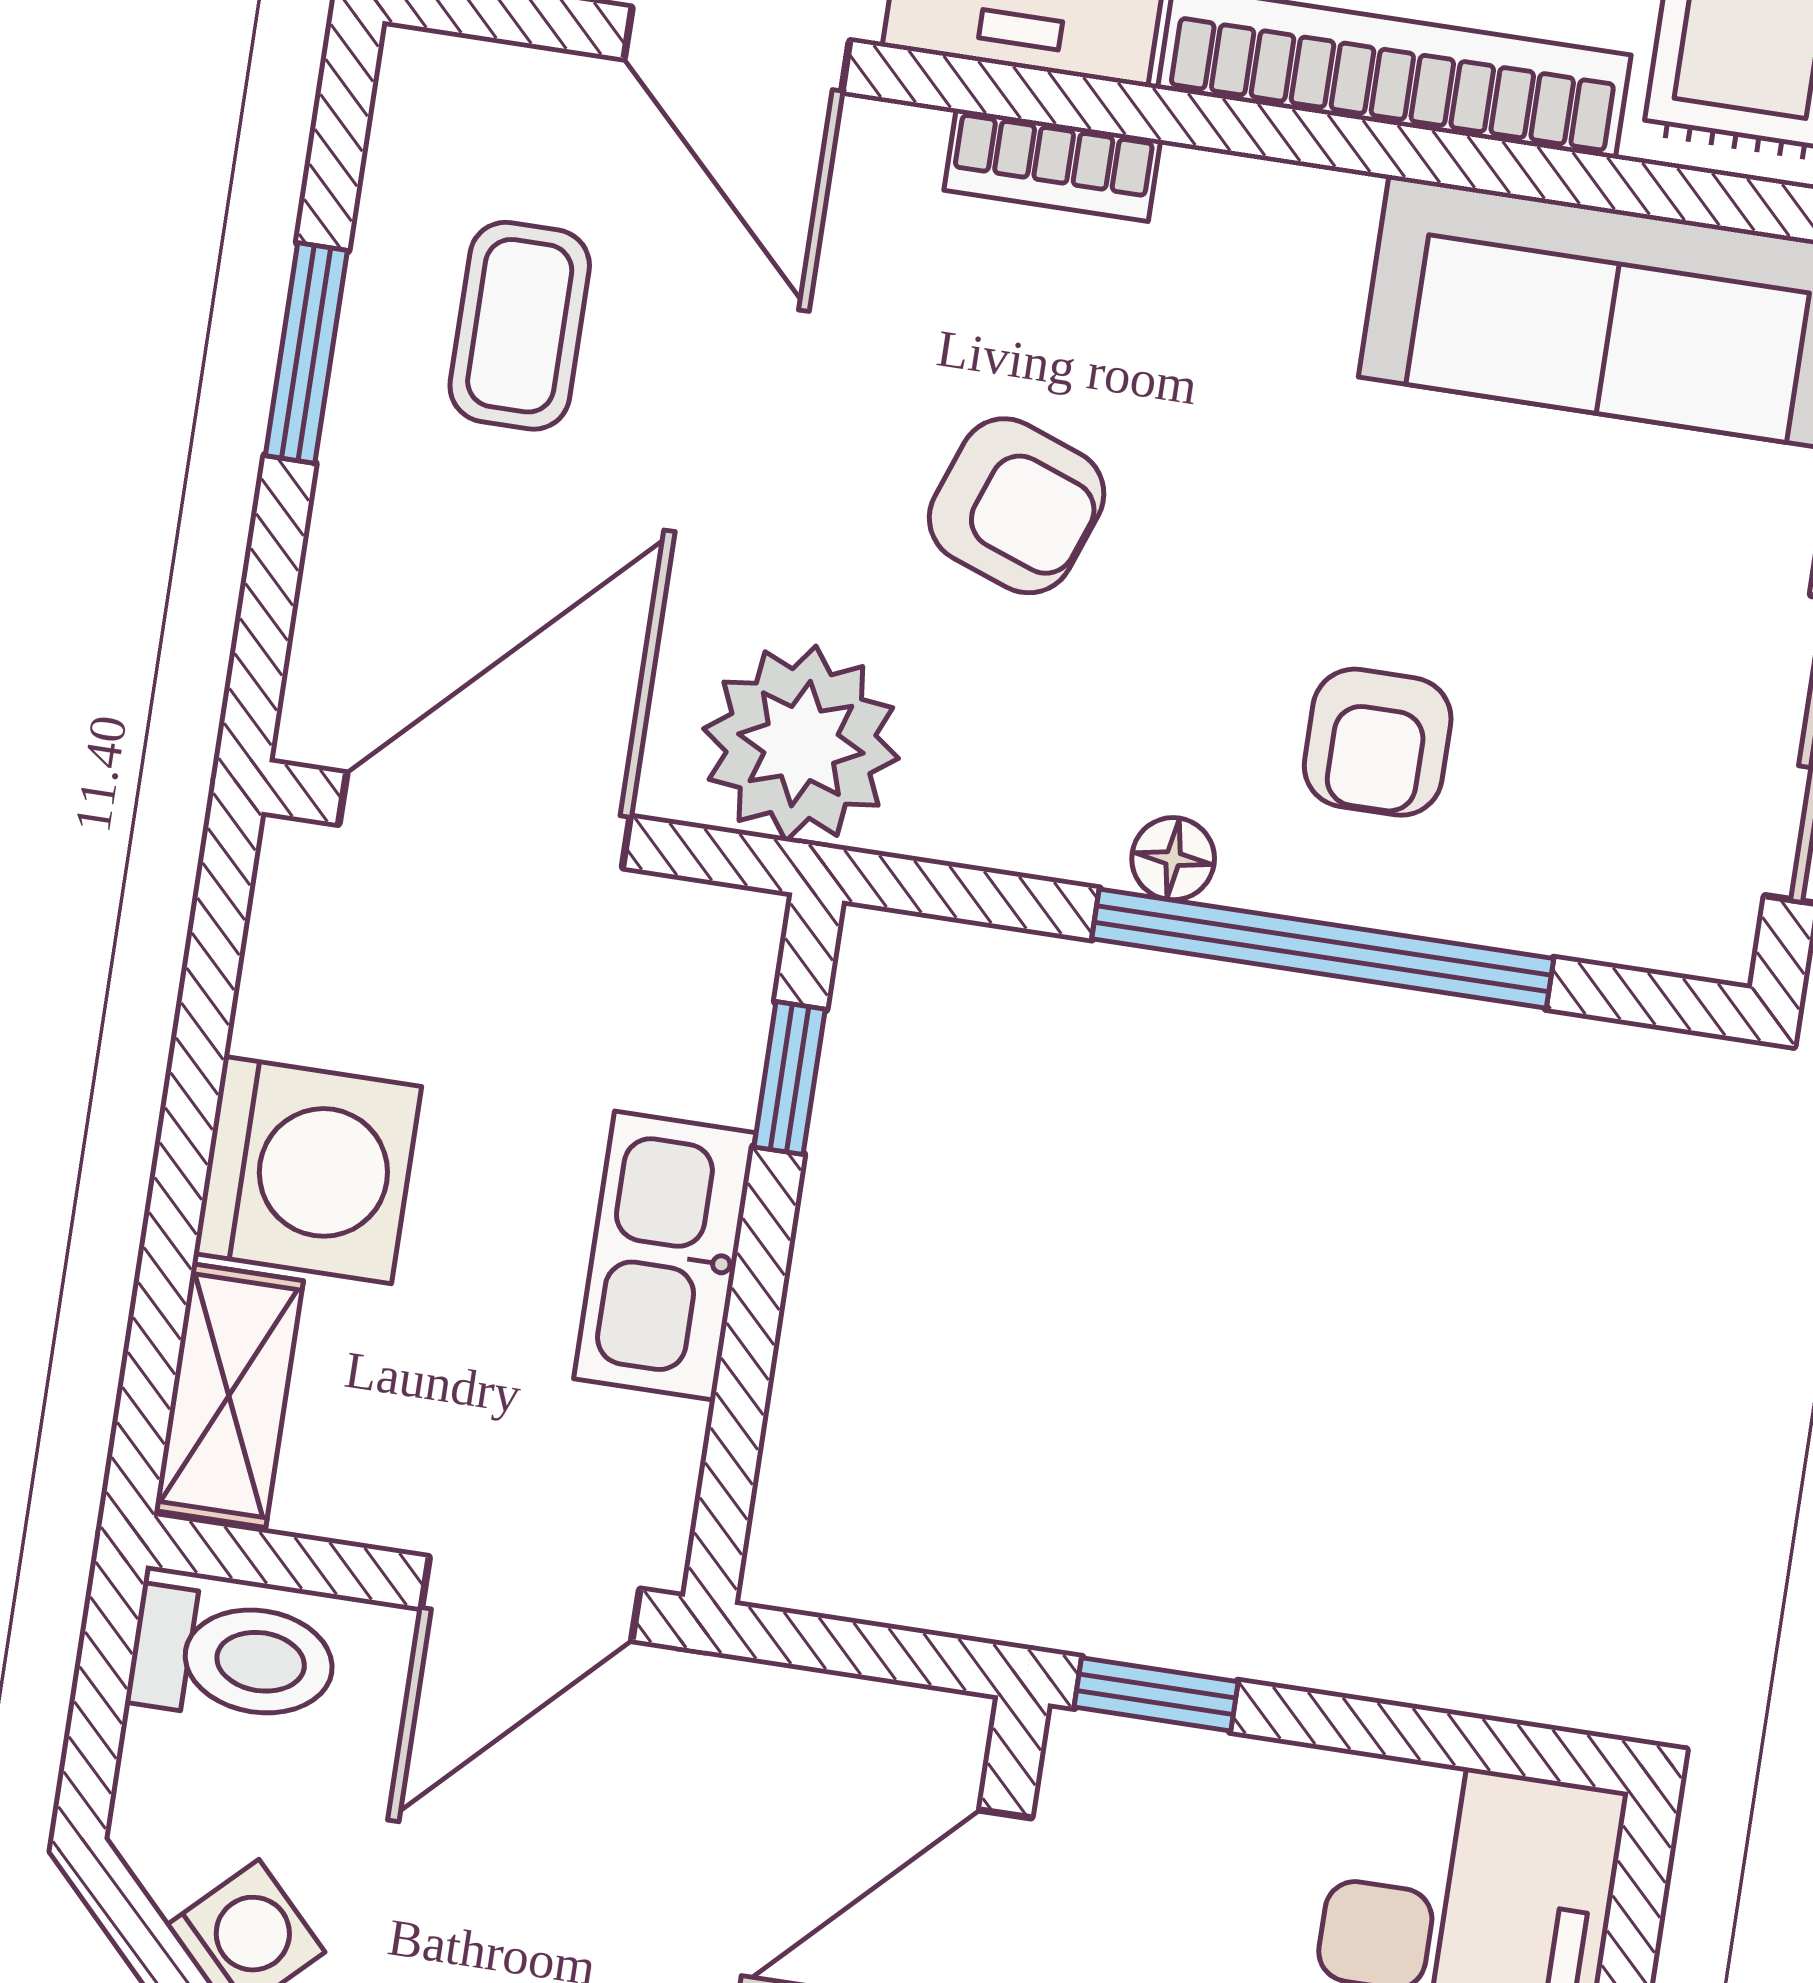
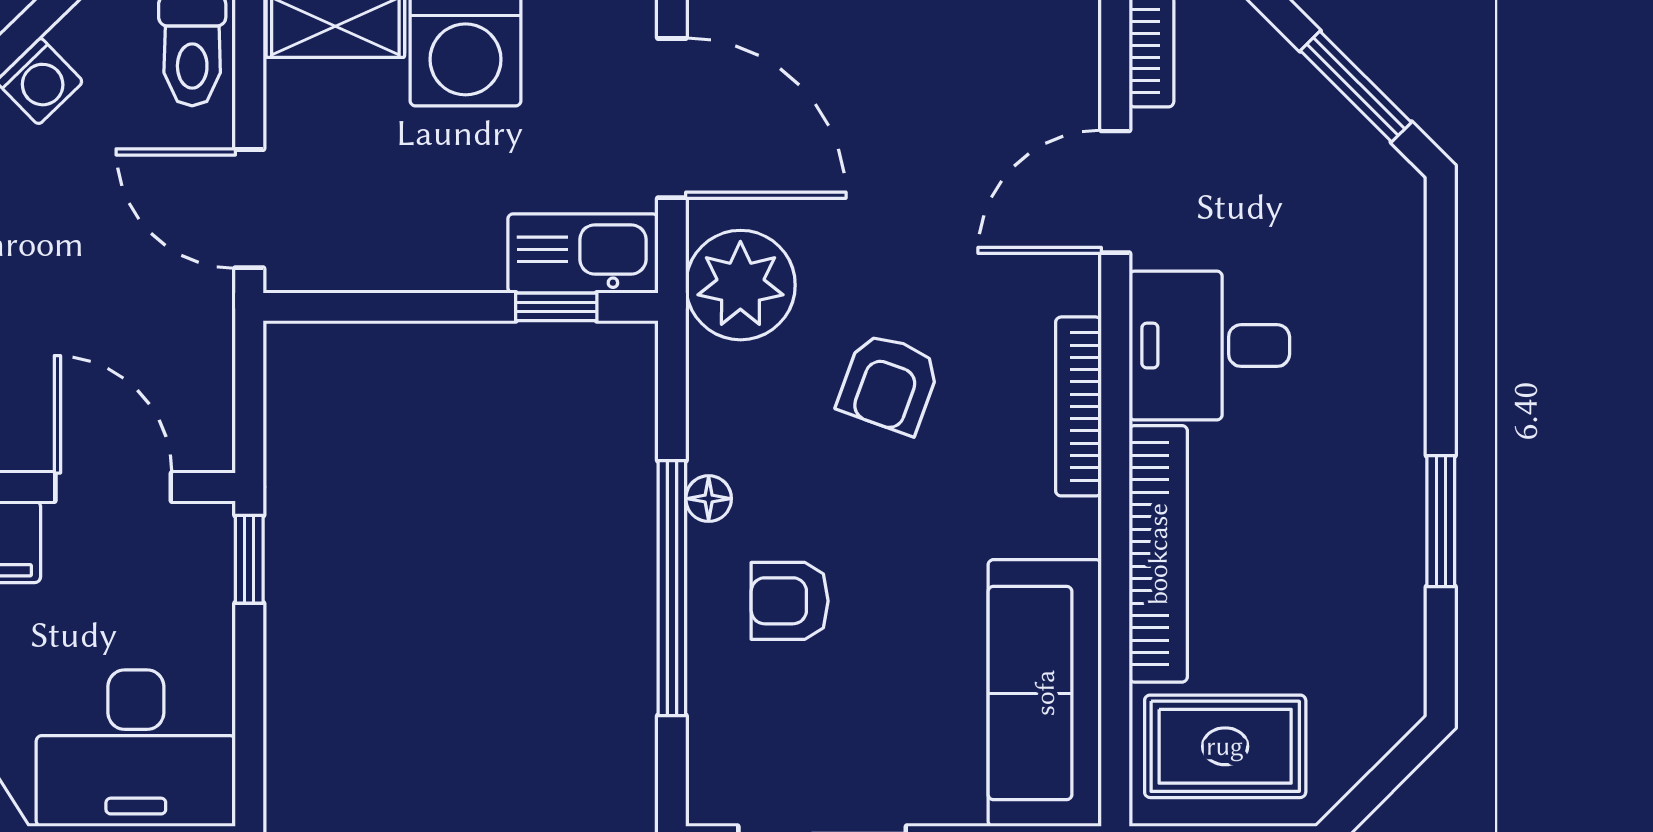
bookcase: (1052, 165) -> (1078, 406), width x1.56
coffee table: (520, 326) -> (946, 96), removed
kitchen sink: (665, 1256) -> (583, 253), moved

